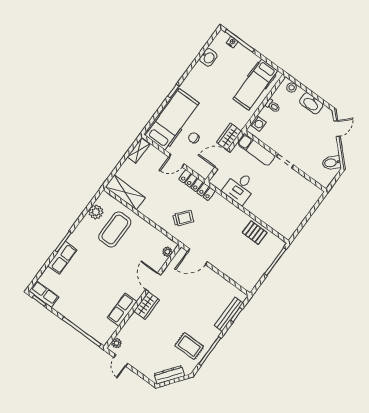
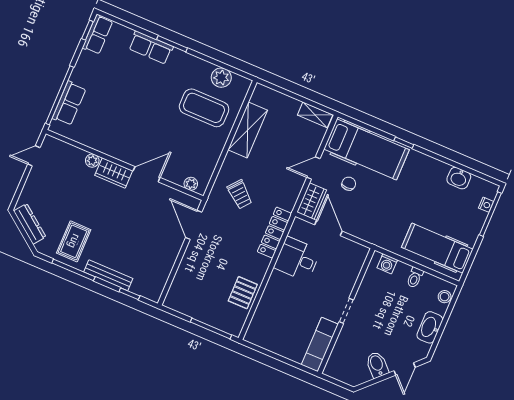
door: (337, 129) -> (405, 369), hinge flipped
wardrobe: (229, 137) -> (312, 201), moved, turned 90
exam couch: (256, 150) -> (320, 344), moved
door: (177, 161) -> (313, 168), hinge flipped
bidet: (332, 163) -> (377, 365), moved
locker: (197, 185) -> (275, 233), moved
shelving: (125, 192) -> (248, 130), moved
row of seats: (122, 310) -> (69, 103), moved, turned 90
bench: (229, 314) -> (108, 275), moved
plant: (116, 343) -> (92, 161), moved

